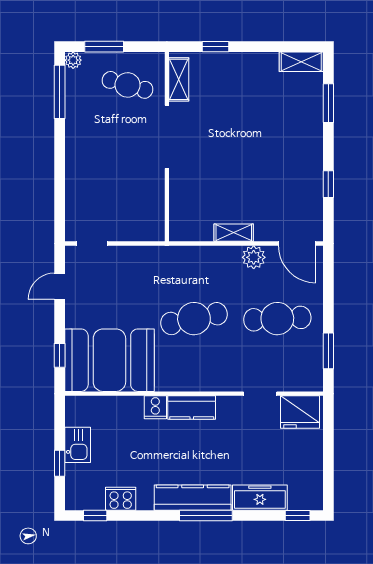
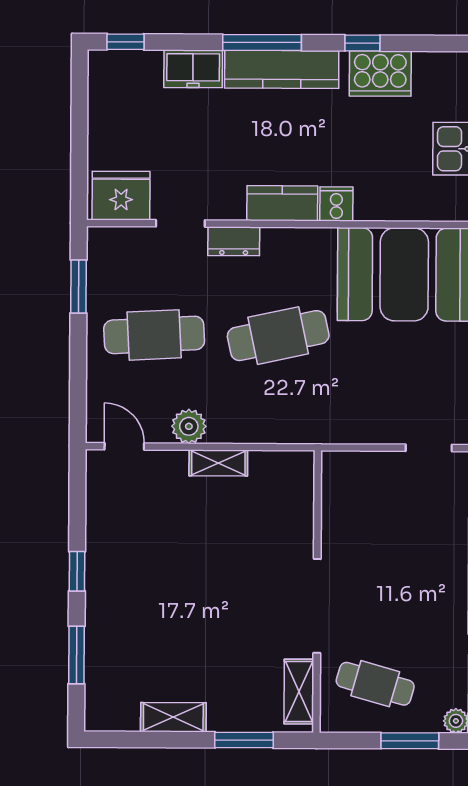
window: (216, 47) -> (244, 740), width x1.50
shelving: (301, 62) -> (173, 717), moved
window: (328, 184) -> (77, 571), moved
door: (297, 244) -> (124, 446), width x0.73
dresser: (224, 382) -> (234, 241), added
freezer: (260, 498) -> (193, 69), width x0.71
cooker: (121, 499) -> (380, 74), width x1.37, depth x1.31
window: (95, 516) -> (362, 43), moved

